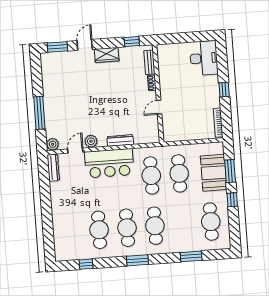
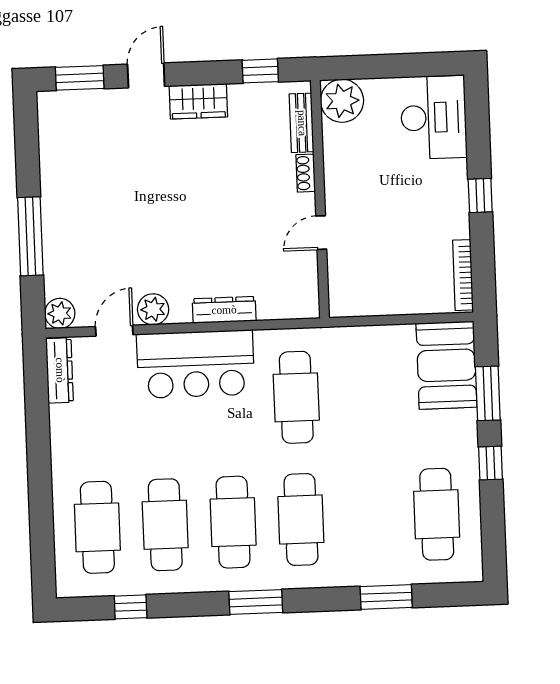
plant: (166, 53) -> (342, 101), added
cafe table: (179, 173) -> (97, 527), moved
booth: (214, 173) -> (446, 365), moved

